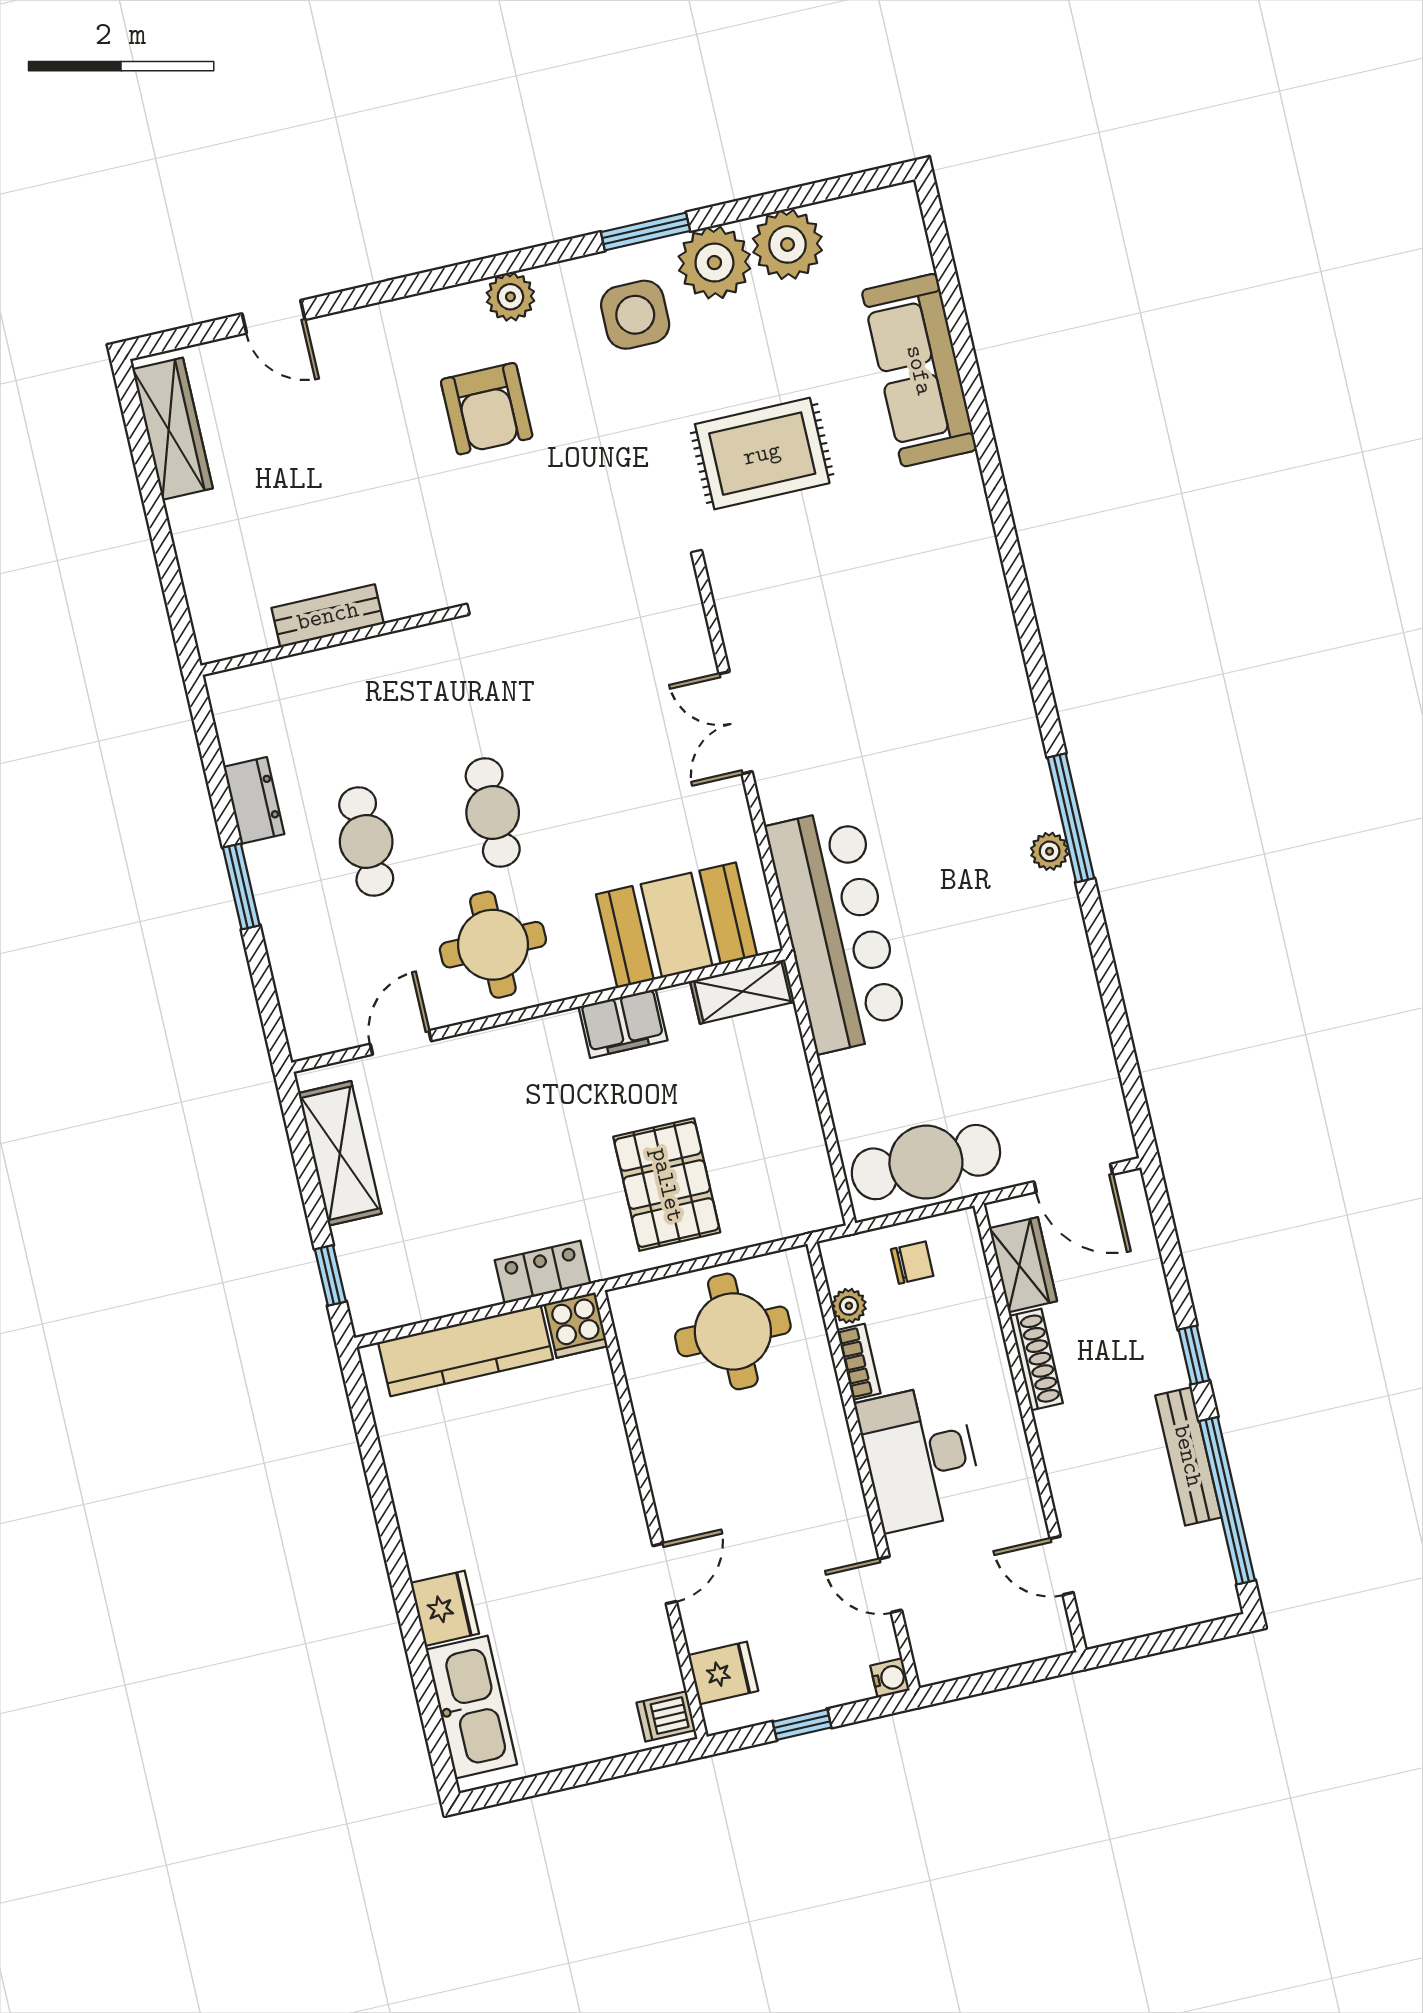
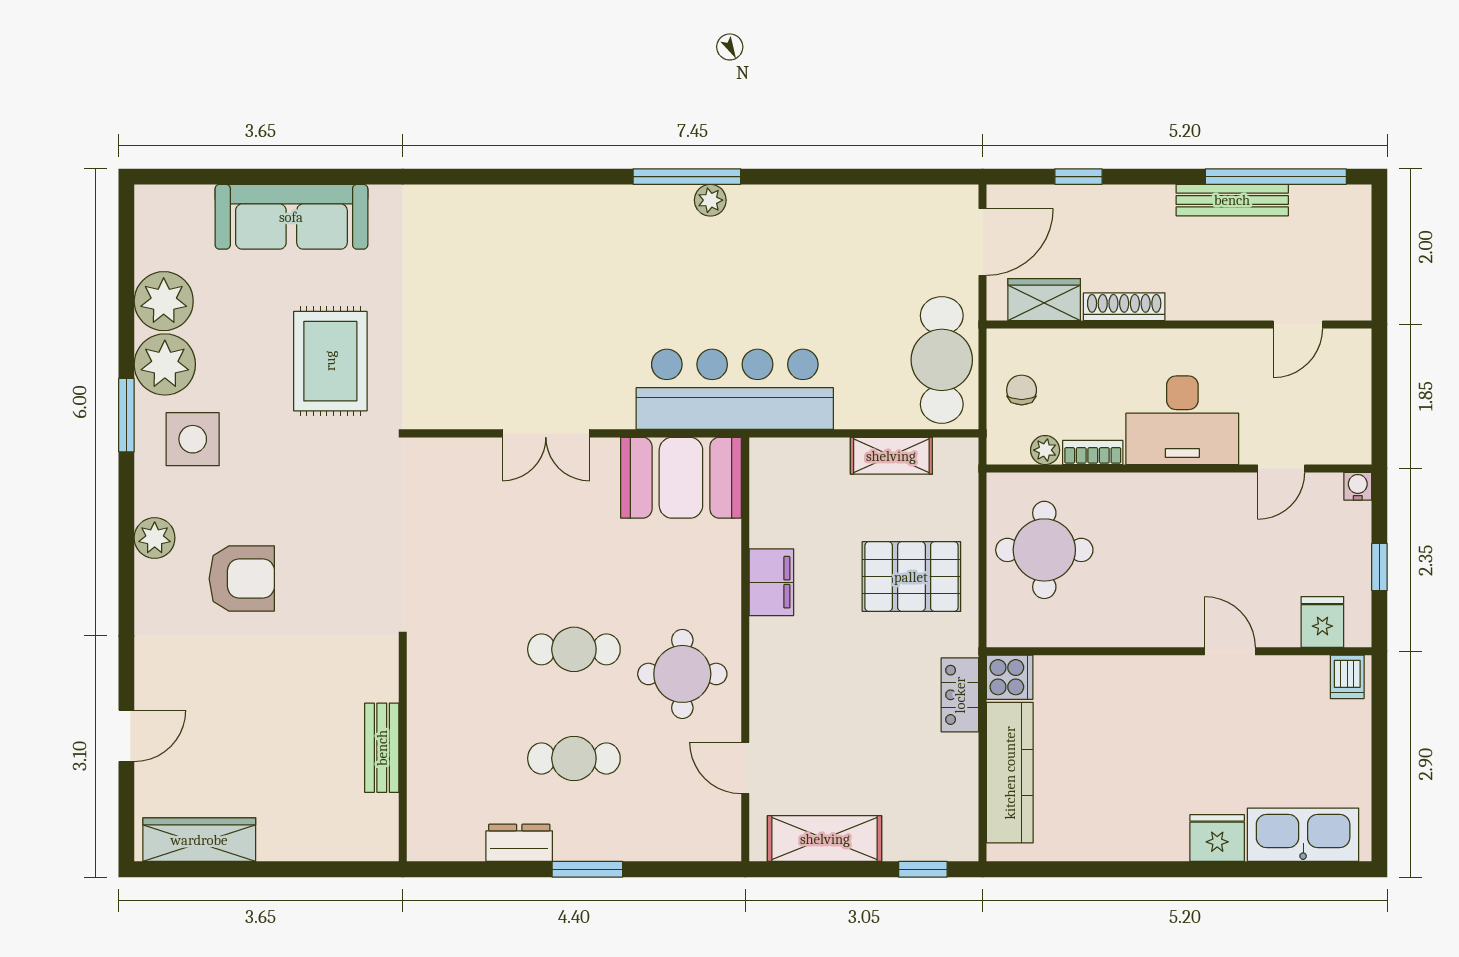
booth: (677, 925) -> (681, 478), moved, turned 90
shelving: (742, 991) -> (891, 456), moved, turned 90
window: (1194, 1355) -> (1078, 177), moved

